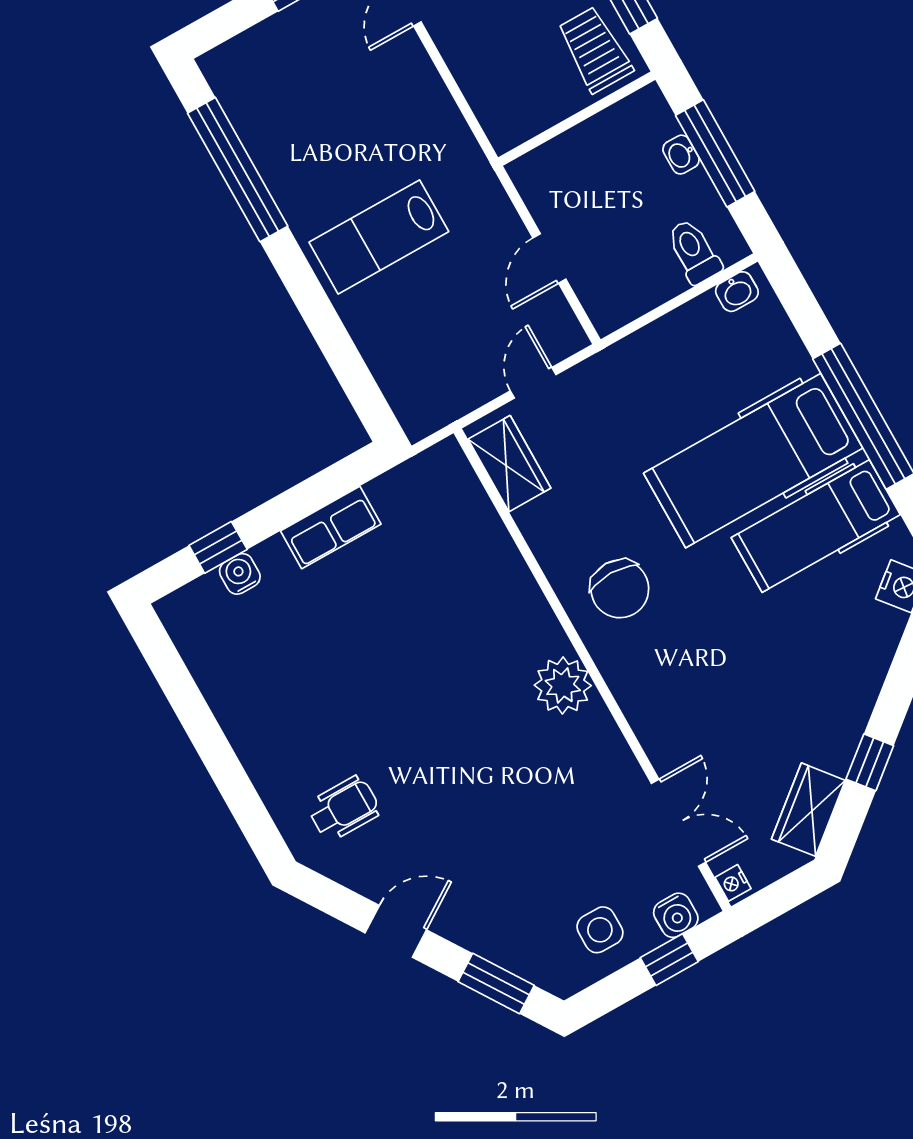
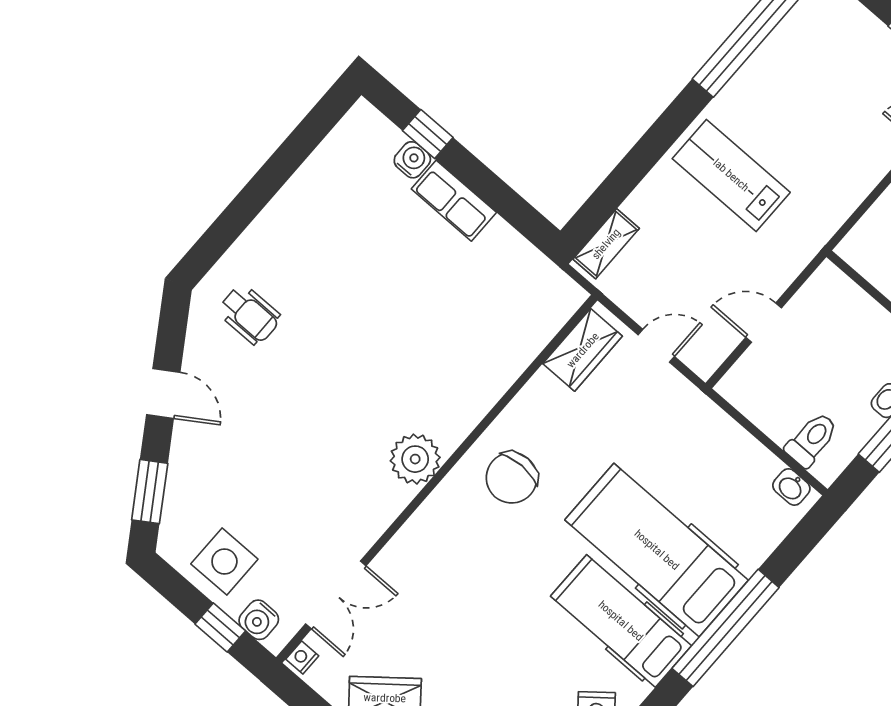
shelving: (404, 398) -> (606, 244), added
row of seats: (331, 527) -> (454, 201), moved
side table: (600, 930) -> (224, 562), width x1.37, depth x1.37

